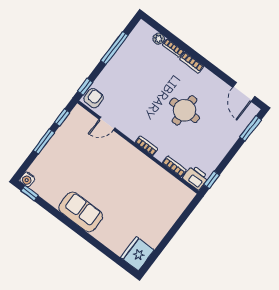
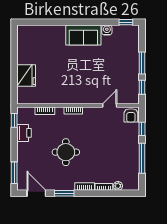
window: (217, 71) -> (64, 193), added
window: (85, 87) -> (142, 129), moved
printer: (196, 178) -> (24, 133), moved, turned -90
water cooler: (27, 179) -> (107, 30), moved
fridge: (137, 254) -> (26, 75), moved

